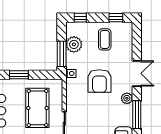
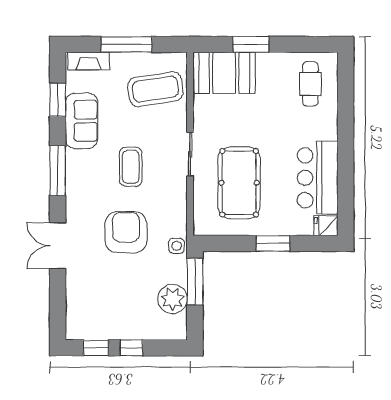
window: (80, 18) -> (131, 348), moved
coffee table: (105, 39) -> (131, 167), moved
plant: (127, 98) -> (76, 200), removed

